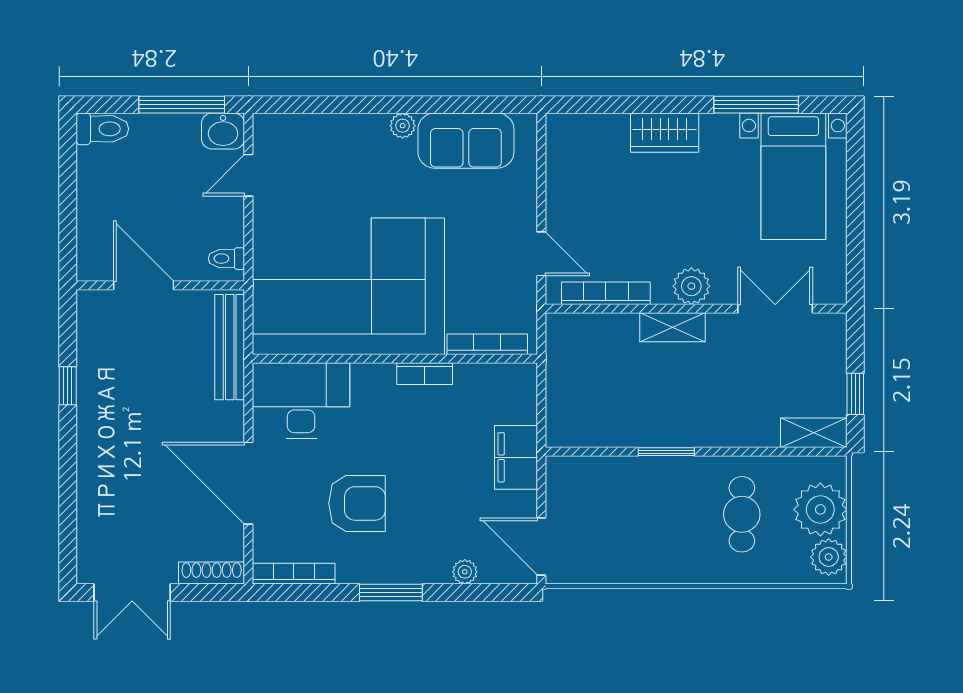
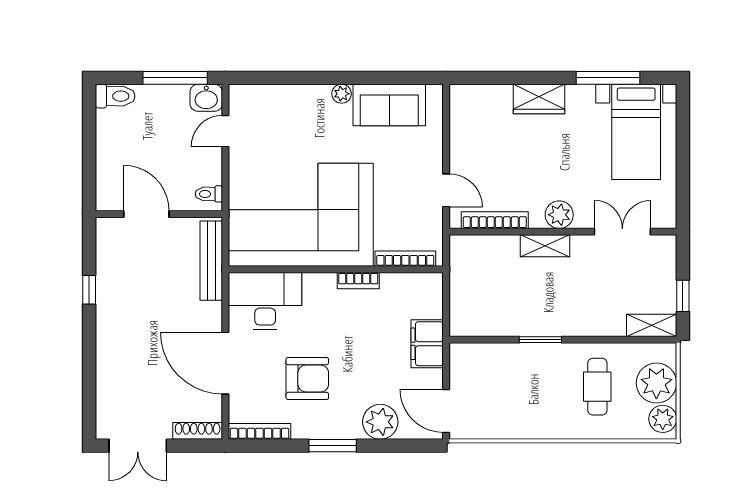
plant: (465, 572) -> (380, 422), width x1.88, depth x1.88

